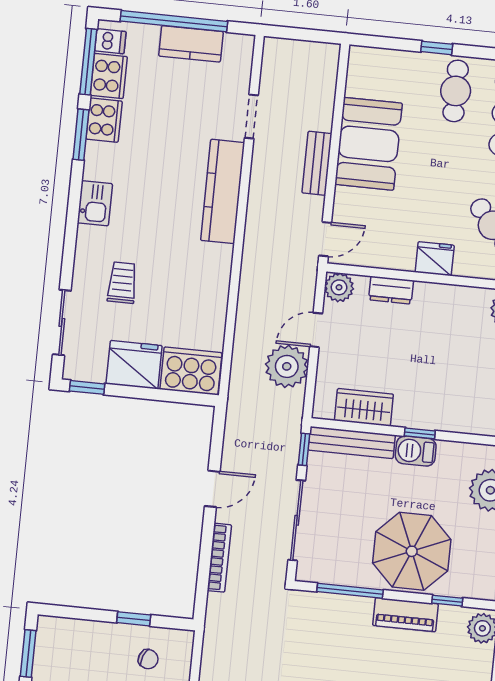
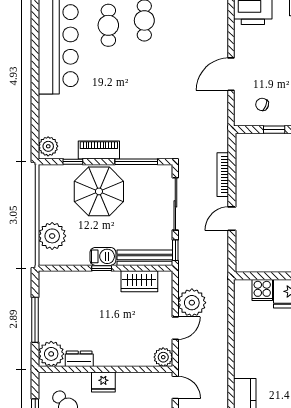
door: (325, 239) -> (175, 387), swing flipped
dresser: (391, 290) -> (79, 359), moved
cooker: (191, 371) -> (262, 290), width x0.53, depth x0.76

